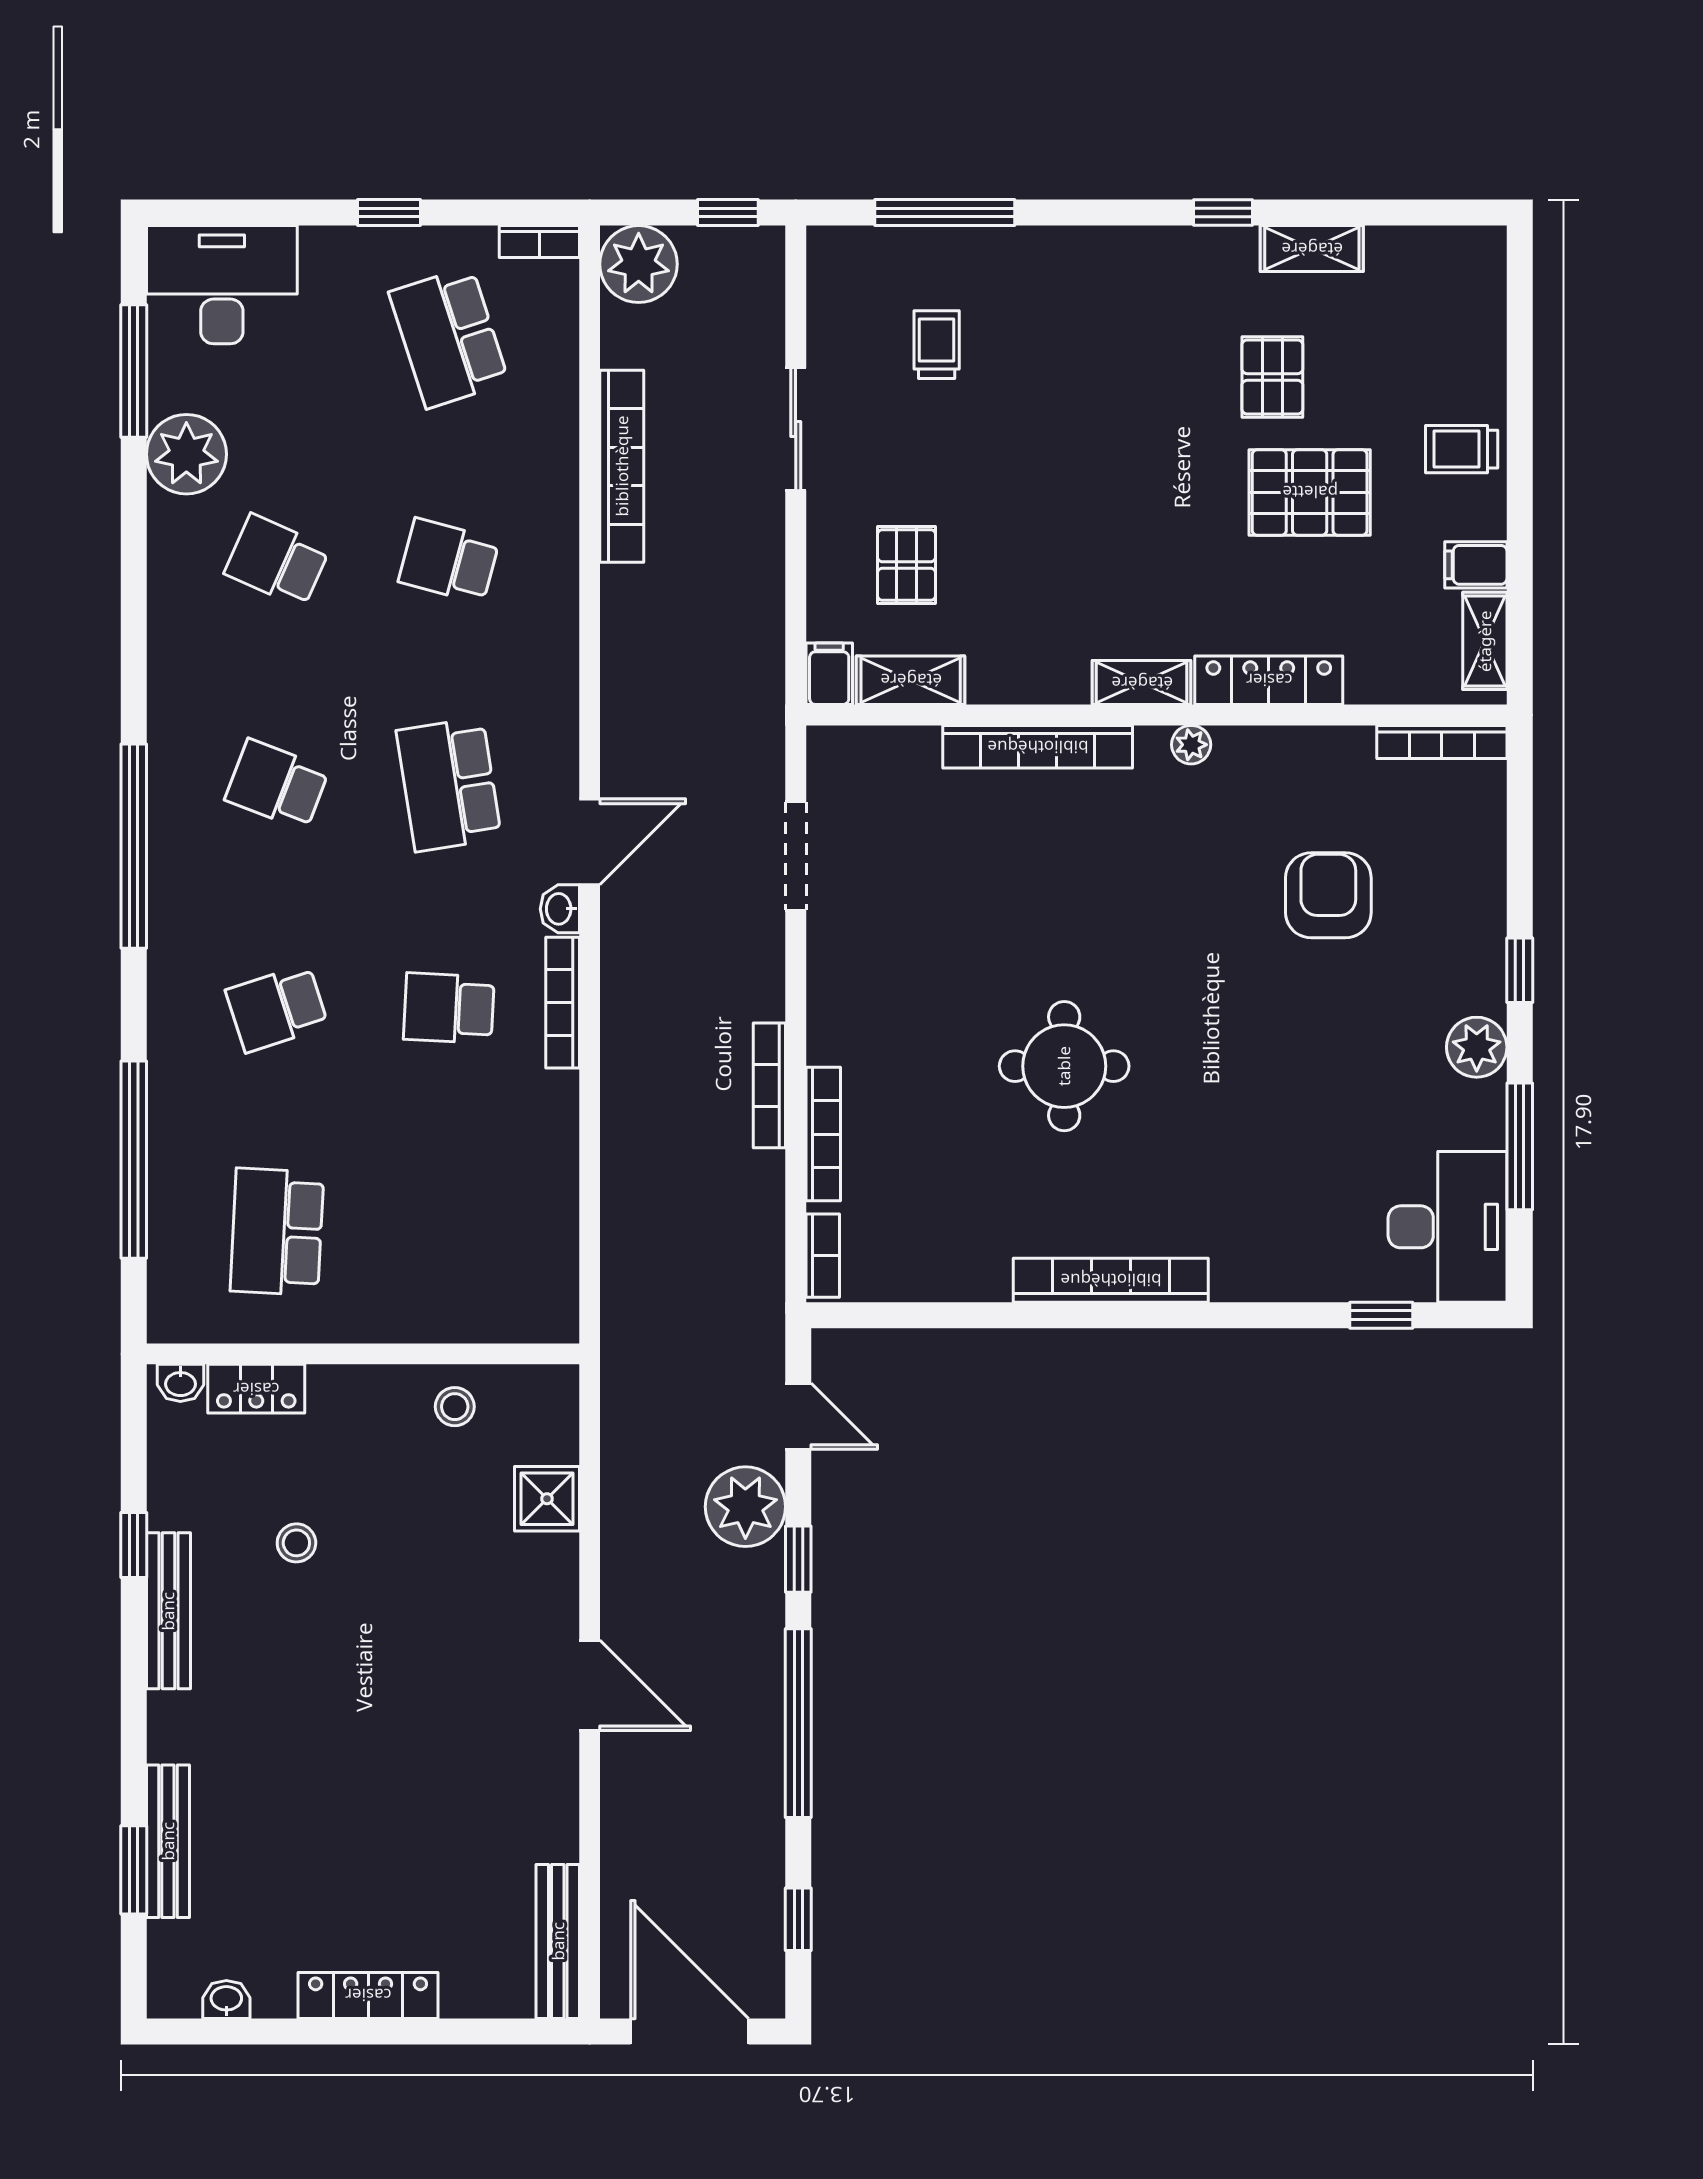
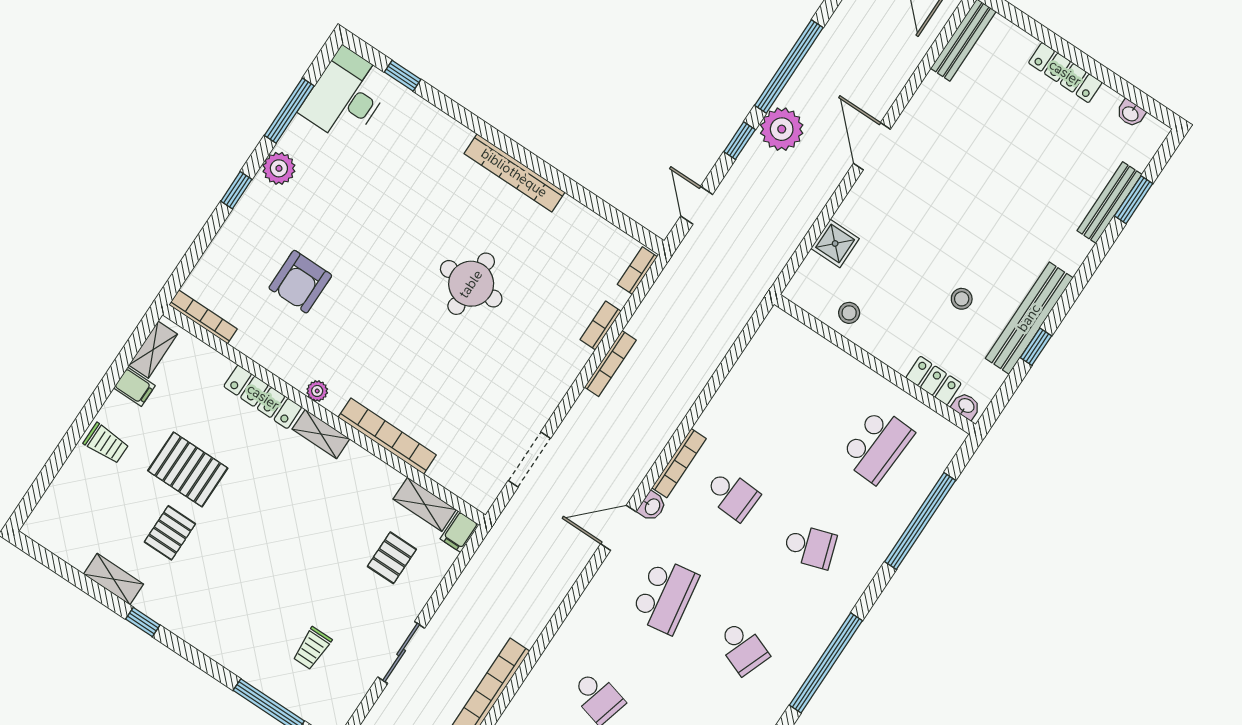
bookcase: (823, 1134) -> (601, 325), width x0.64
plant: (745, 1507) -> (782, 129), moved
bench: (168, 1611) -> (1029, 318), width x1.37, depth x1.21

